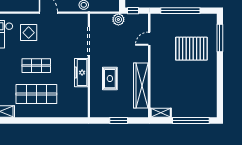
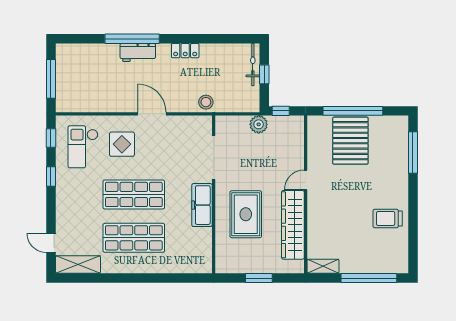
door: (149, 39) -> (306, 180), moved
pallet: (191, 49) -> (350, 141), moved, turned 90
shop shelf: (36, 66) -> (134, 194), width x1.43, depth x1.36
rug: (110, 79) -> (246, 214), width x1.36, depth x1.43
trolley: (203, 81) -> (388, 219), added

